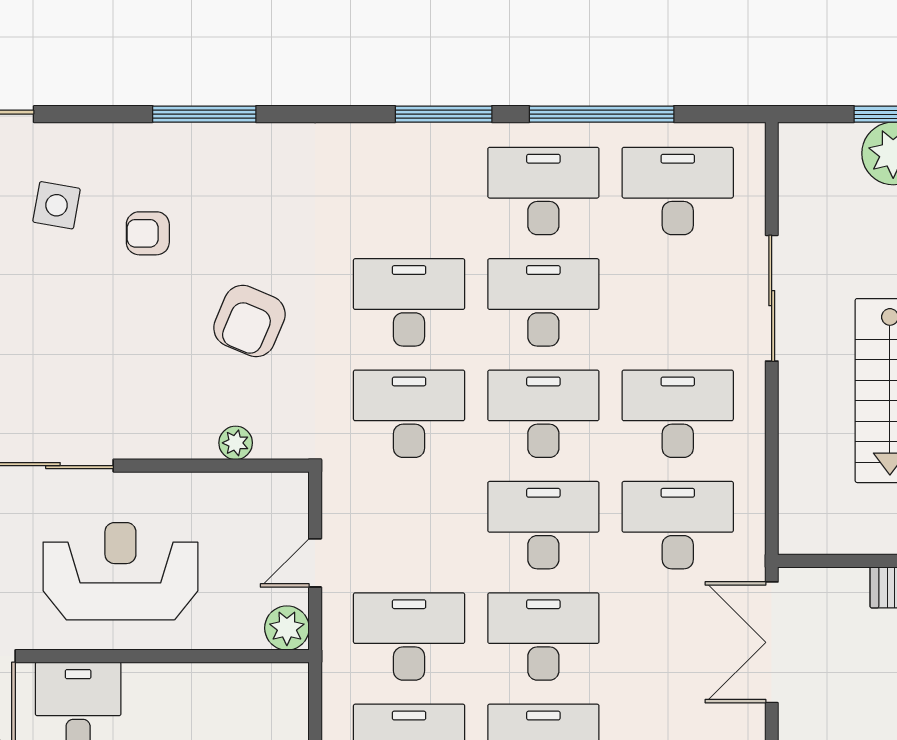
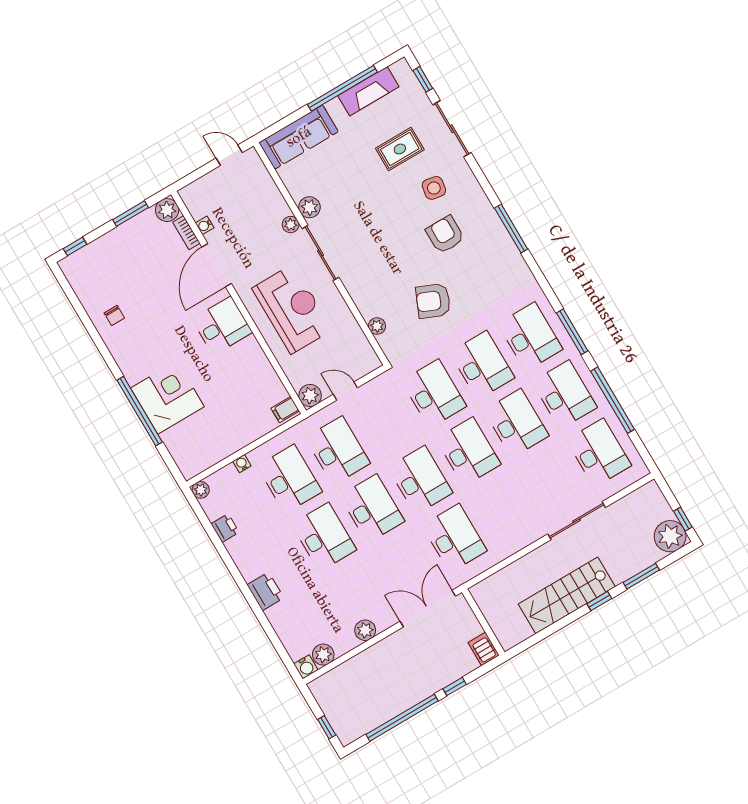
armchair: (148, 233) -> (445, 235), width x1.38, depth x1.38
desk: (678, 414) -> (530, 337), moved
filing cabinet: (286, 685) -> (285, 410), added

